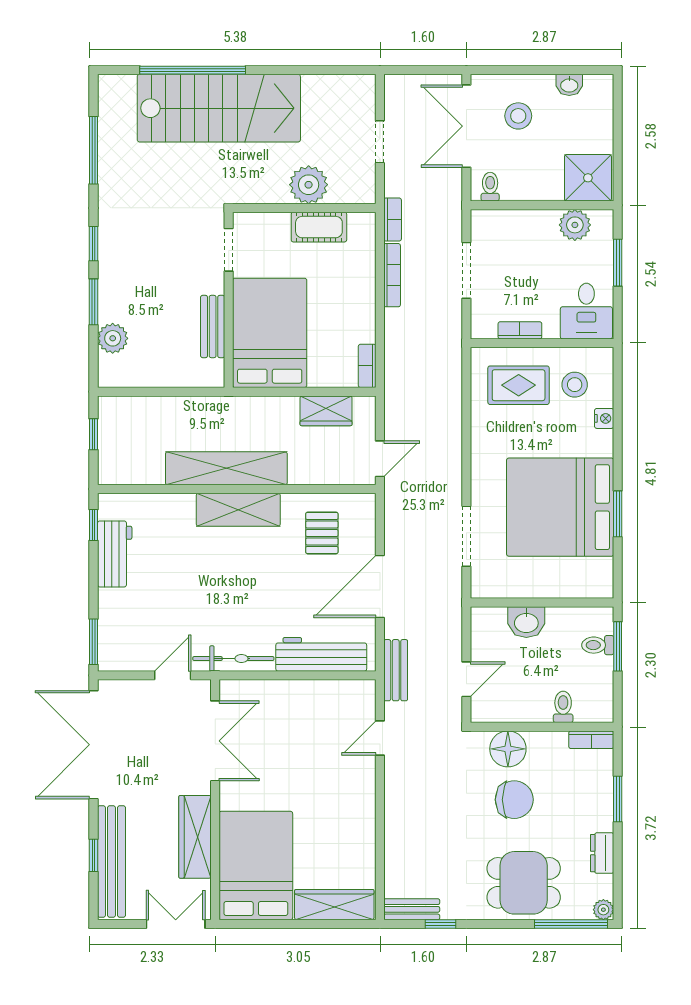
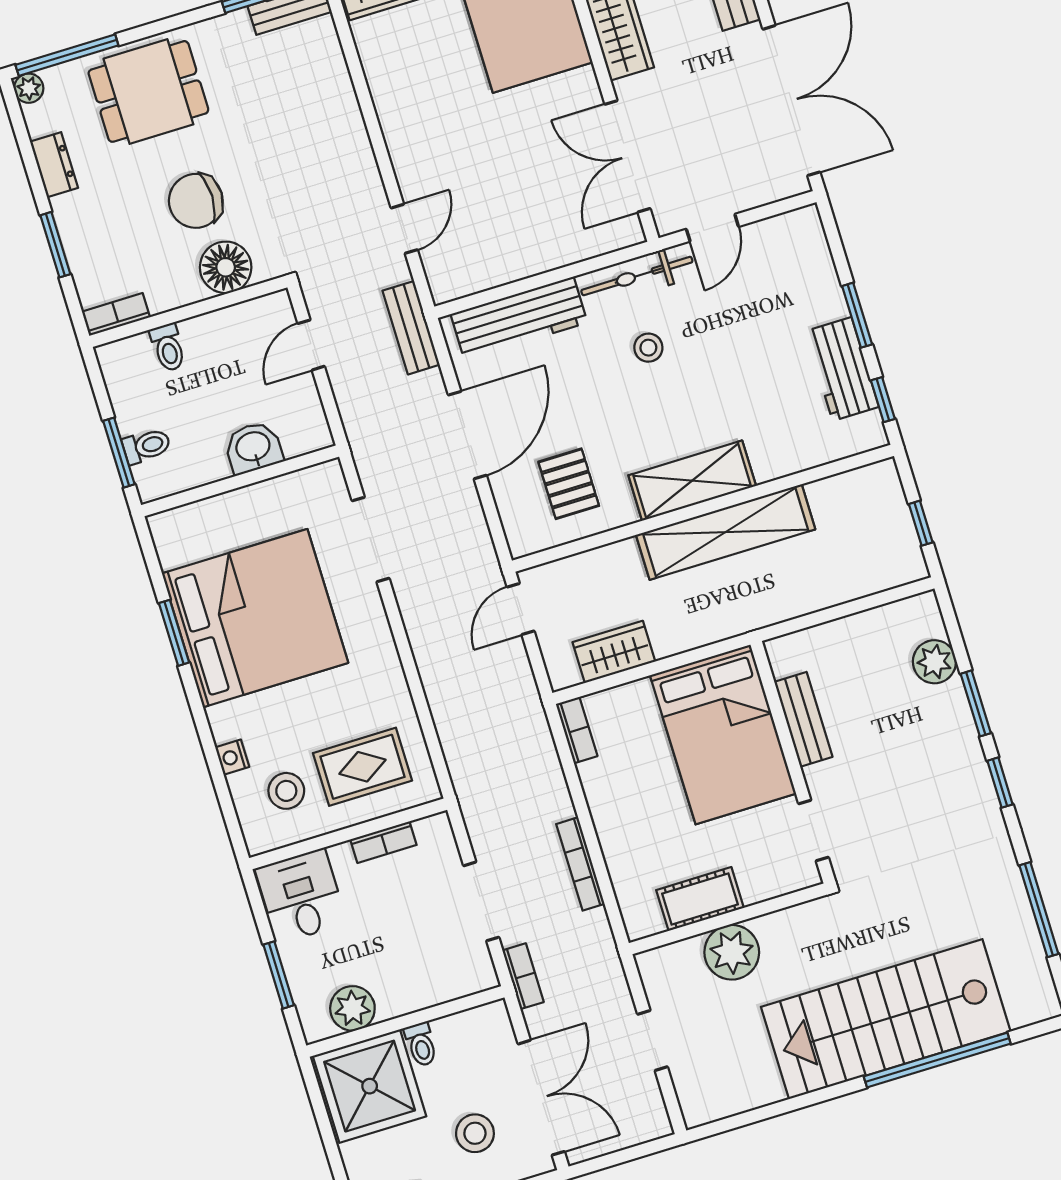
shower: (588, 178) -> (370, 1086), width x1.37, depth x1.37
toilet: (490, 187) -> (421, 1044), moved
bookcase: (393, 220) -> (523, 976), moved, turned 180
stool: (240, 608) -> (648, 348), added
window: (94, 642) -> (857, 315), moved

